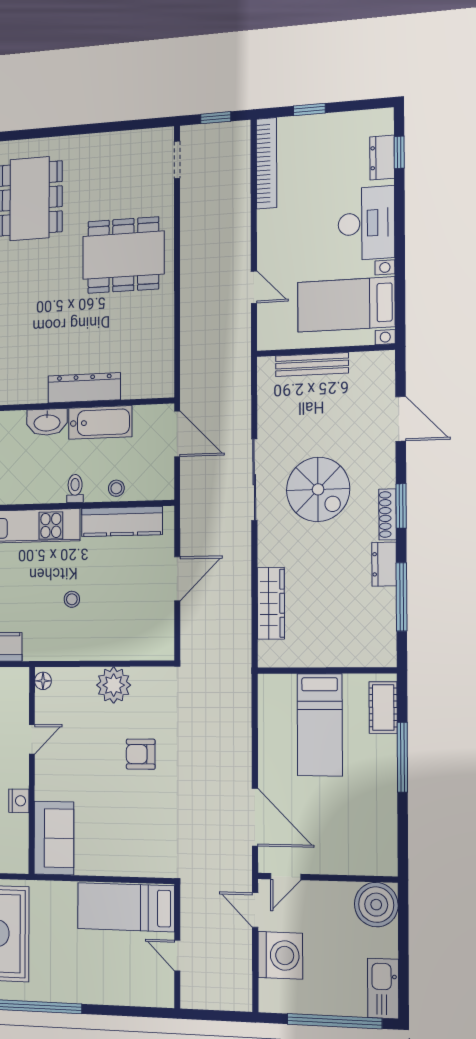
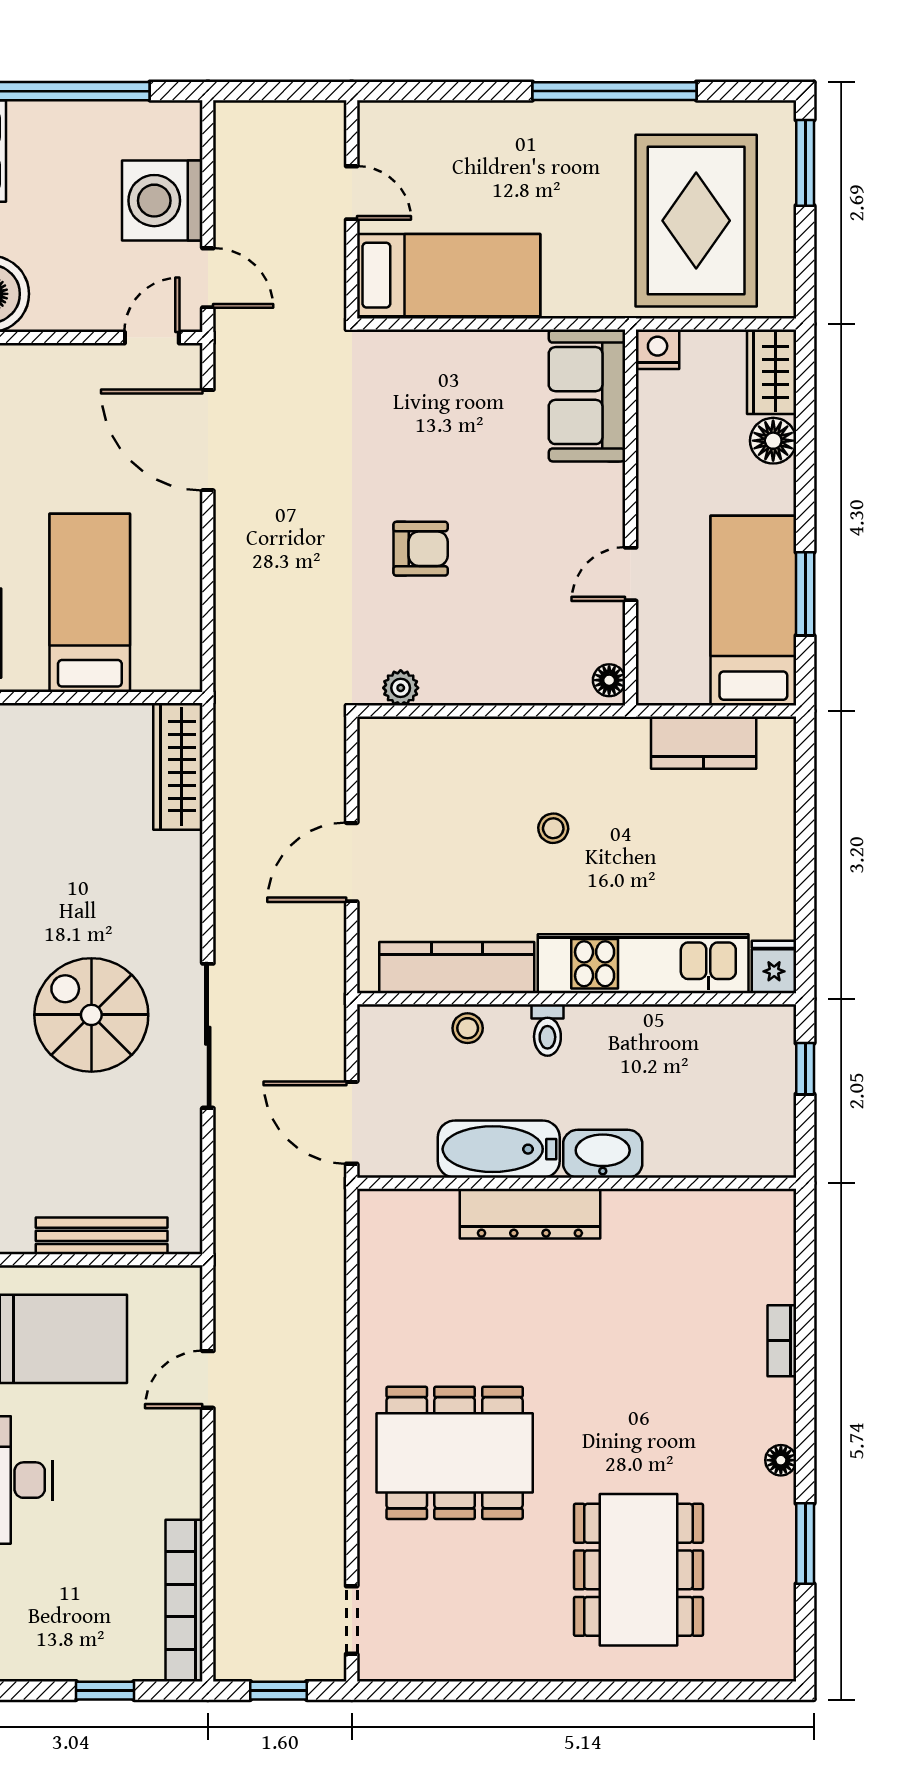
door: (254, 287) -> (208, 1379), hinge flipped
wardrobe: (271, 603) -> (178, 766), moved
plant: (114, 685) -> (401, 688), moved, width x0.53, depth x0.53
nightstand: (19, 801) -> (658, 349), moved, turned 90

